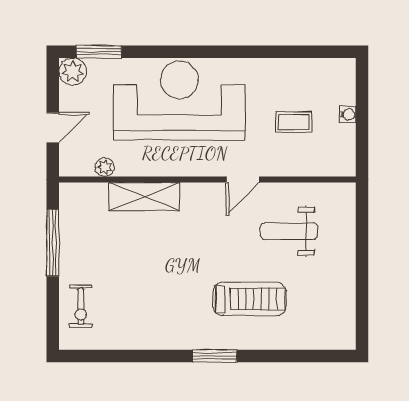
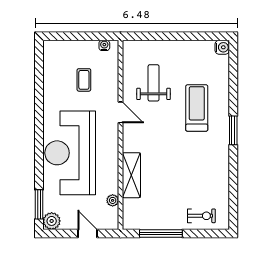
water cooler: (348, 114) -> (104, 45), moved
weight bench: (289, 231) -> (154, 83), turned 180
water cooler: (345, 339) -> (222, 47), added

